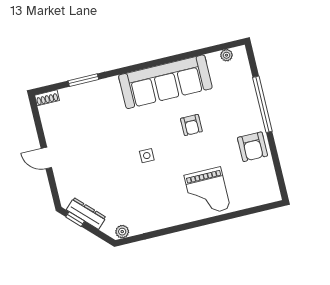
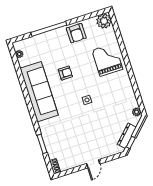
armchair: (252, 147) -> (76, 33), turned 90
plant: (268, 191) -> (104, 21), added
grand piano: (207, 192) -> (107, 60), turned -90

